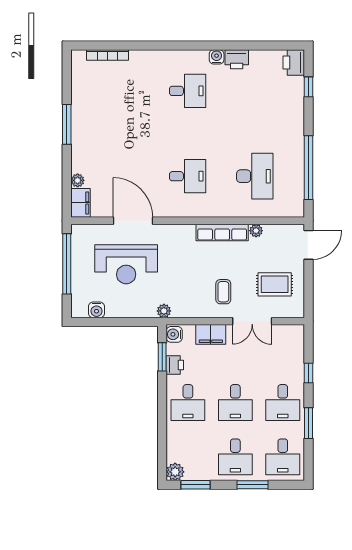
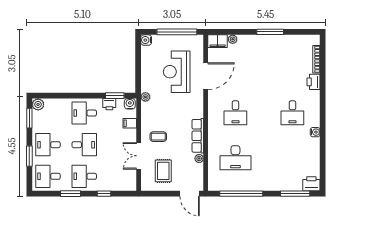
printer: (237, 59) -> (314, 82), moved
window: (309, 87) -> (295, 194), width x2.17
water cooler: (96, 310) -> (146, 40), moved
filing cabinet: (211, 334) -> (130, 123), width x0.50
desk: (235, 403) -> (84, 145), turned 180

